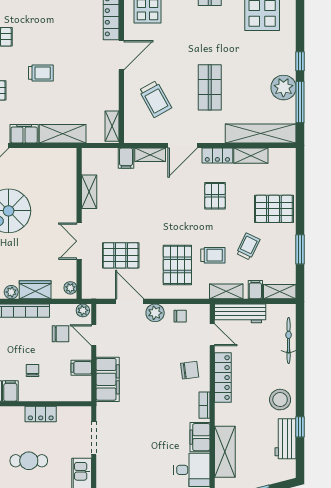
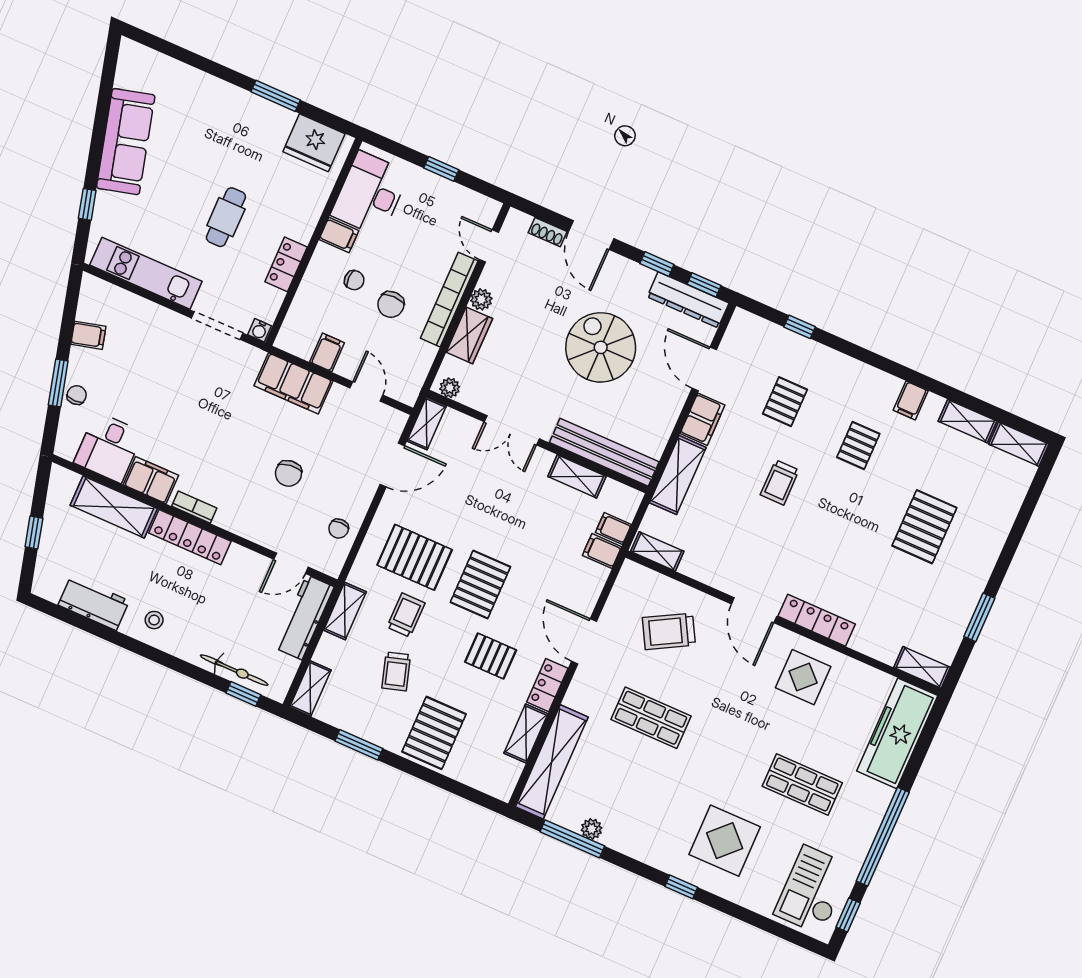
window: (300, 61) -> (681, 887), moved
plant: (283, 88) -> (592, 829), width x0.53, depth x0.53
shelving: (150, 155) -> (427, 423), moved
bench: (68, 182) -> (604, 452), added
double door: (79, 241) -> (512, 430), swing flipped
trolley: (248, 246) -> (396, 671), turned 47
pallet: (121, 255) -> (480, 584), moved
trolley: (213, 255) -> (406, 615), turned 180
filing cabinet: (255, 290) -> (613, 529), moved, turned 180
plant: (83, 310) -> (409, 391), removed
plant: (155, 313) -> (359, 494), removed
chair: (61, 334) -> (391, 304), moved
door: (94, 335) -> (366, 391), hinge flipped
chair: (190, 370) -> (288, 473), moved
locker: (223, 378) -> (190, 537), moved
stool: (280, 400) -> (154, 620), width x0.53, depth x0.53
water cooler: (86, 412) -> (260, 330), added
window: (300, 427) -> (243, 694), moved

